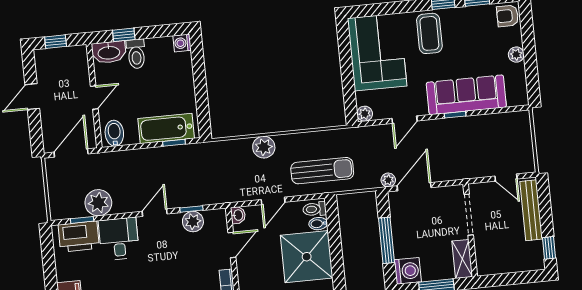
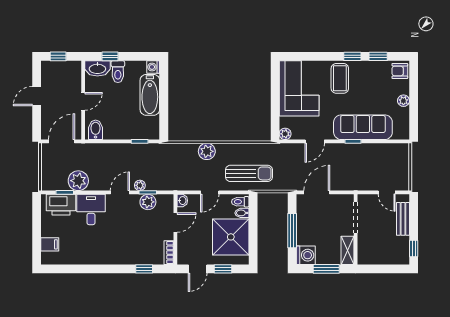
bathtub: (166, 128) -> (150, 95), moved, turned -90
plant: (388, 180) -> (140, 185), moved
bench: (531, 210) -> (403, 219), width x0.73

